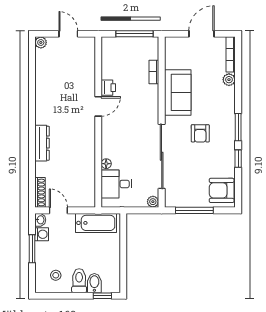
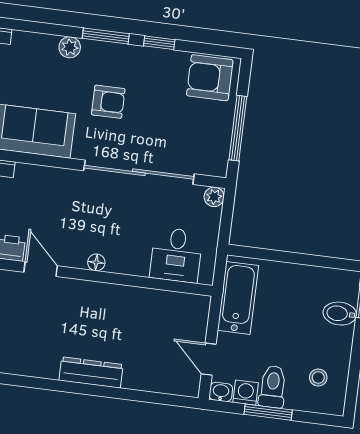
plant: (229, 80) -> (70, 47), moved
floor lamp: (106, 164) -> (96, 262), moved
armchair: (222, 190) -> (210, 78), turned 90
shoe rack: (40, 192) -> (174, 386), removed
door: (58, 210) -> (209, 359), hinge flipped
toilet: (79, 281) -> (273, 387), moved, turned 90

